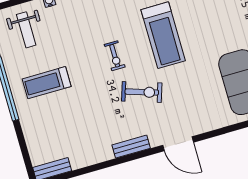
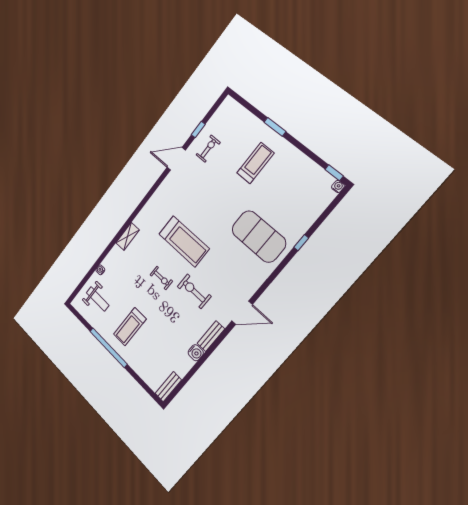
exercise bike: (142, 92) -> (194, 291), turned -108
water cooler: (104, 153) -> (196, 353), added

